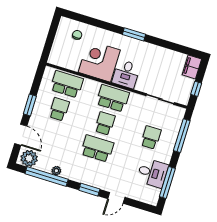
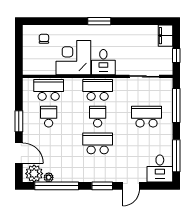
school desk: (151, 137) -> (147, 117), width x1.85
plant: (56, 171) -> (49, 177), moved
desk: (152, 173) -> (160, 169), moved, turned 90

